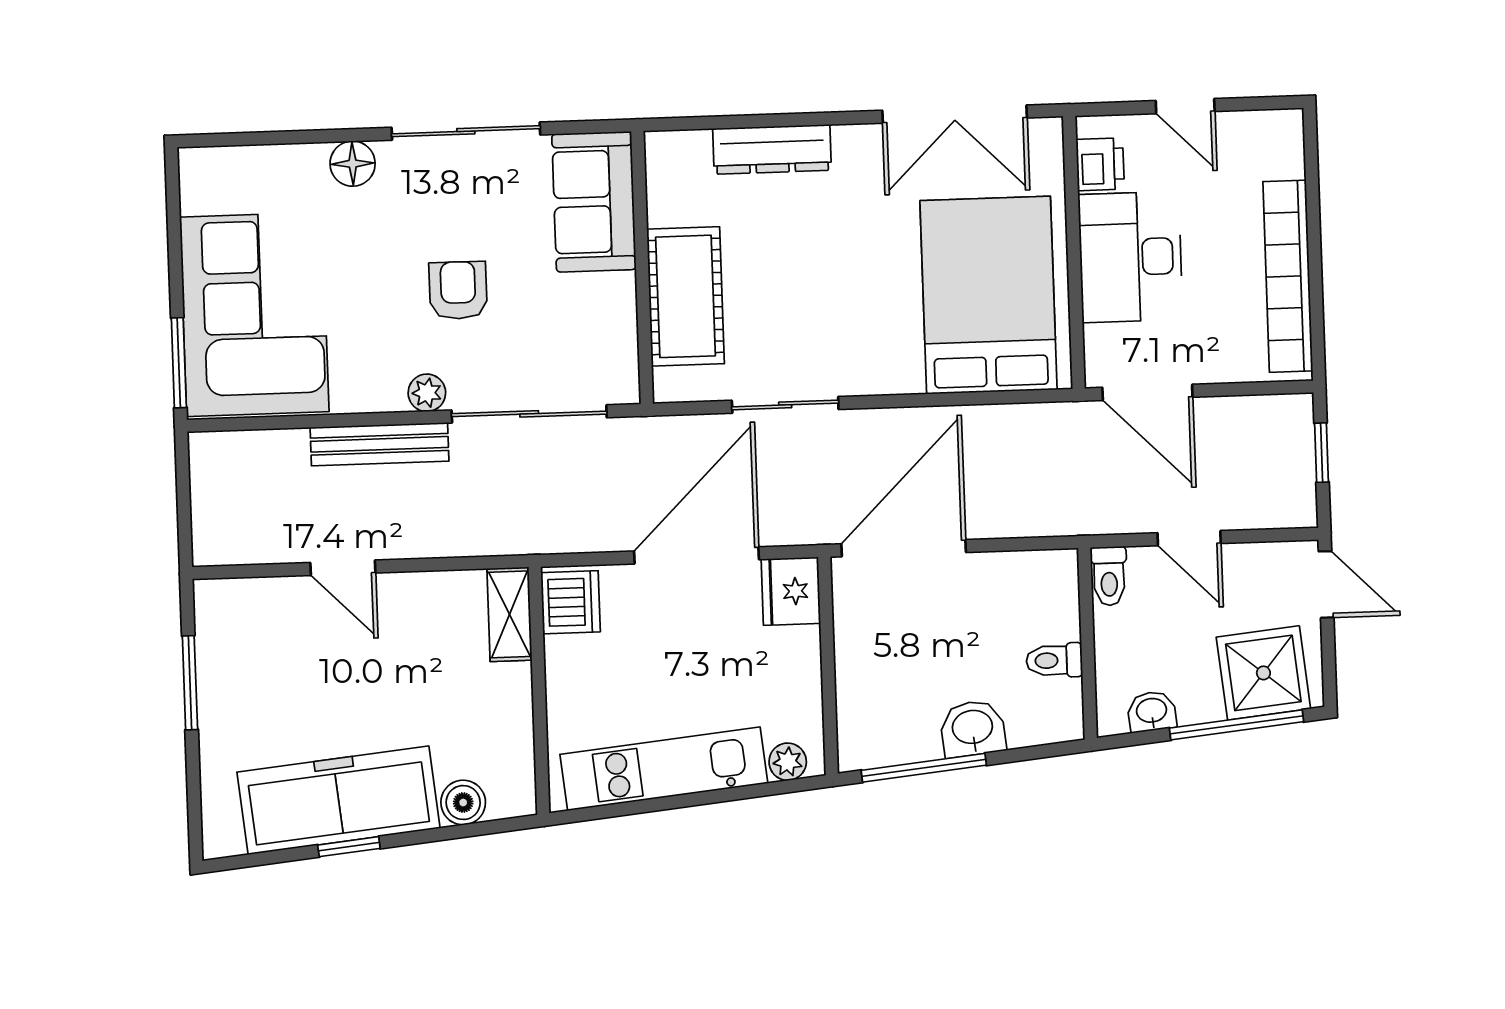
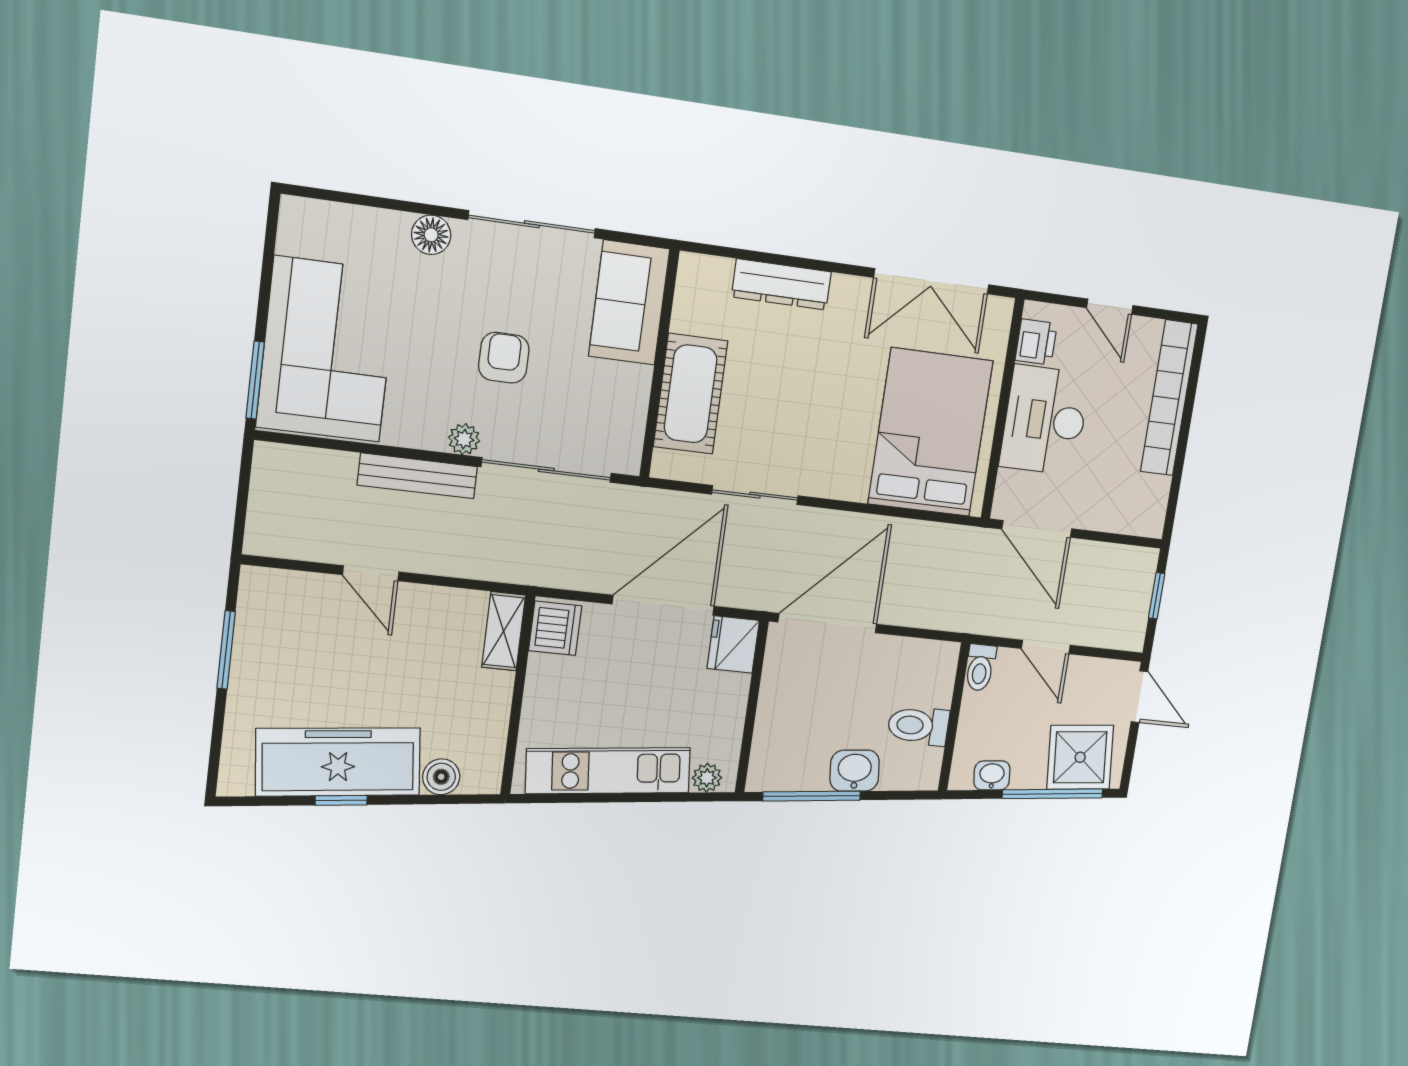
bookcase: (1288, 276) -> (1169, 398), moved
toilet: (1054, 660) -> (918, 726), width x1.37, depth x1.39

